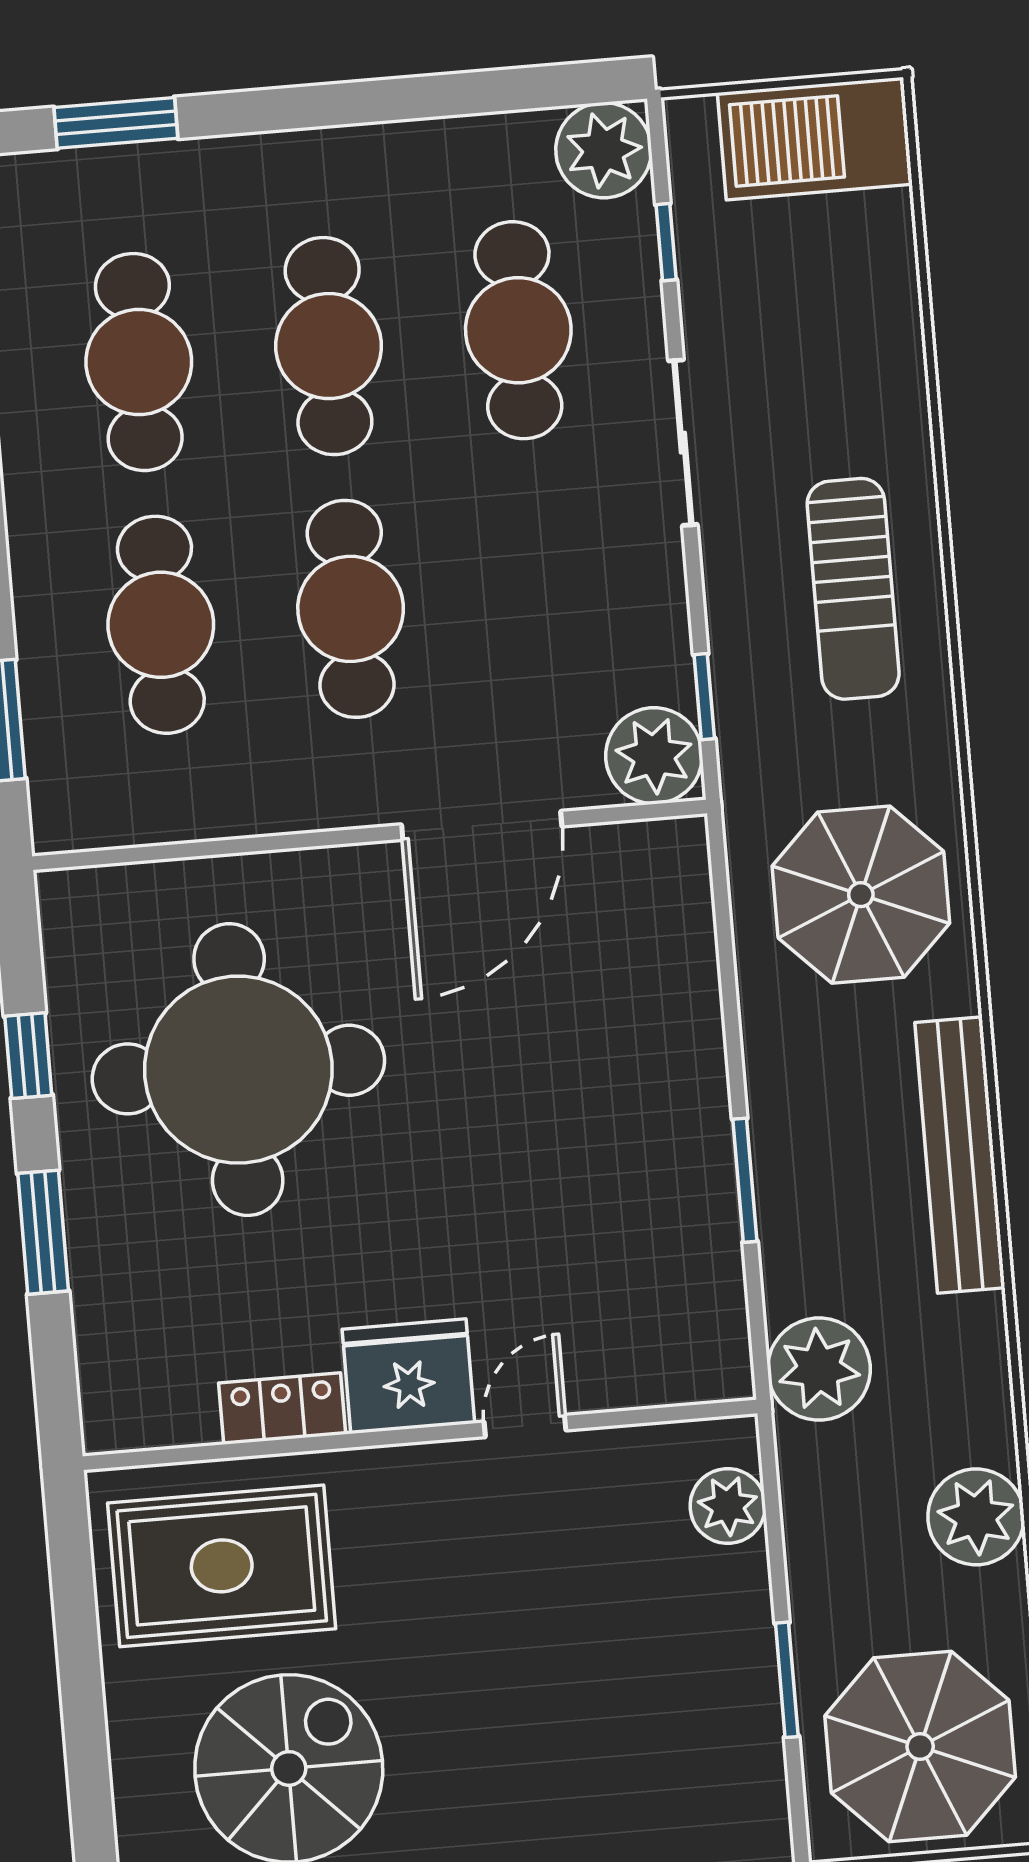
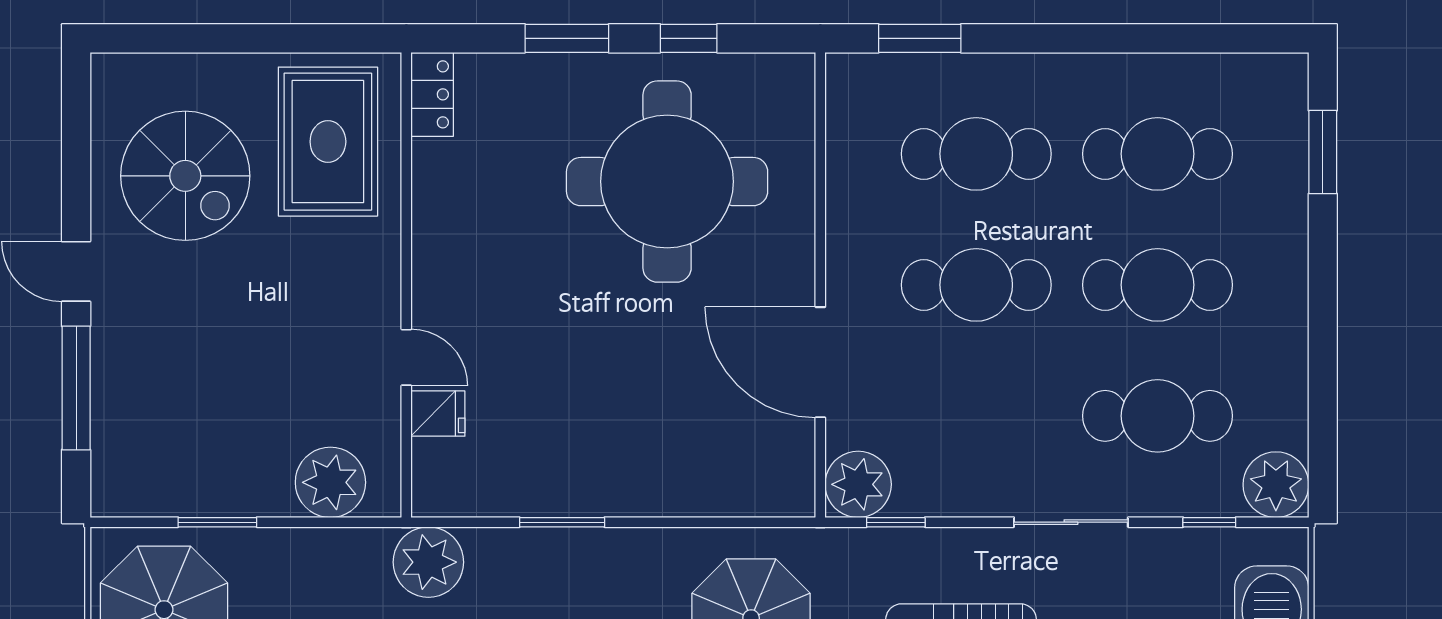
fridge: (408, 1376) -> (438, 414), moved, width x0.53, depth x0.75
locker: (282, 1409) -> (432, 94), moved
plant: (728, 1506) -> (330, 482), width x1.36, depth x1.36

